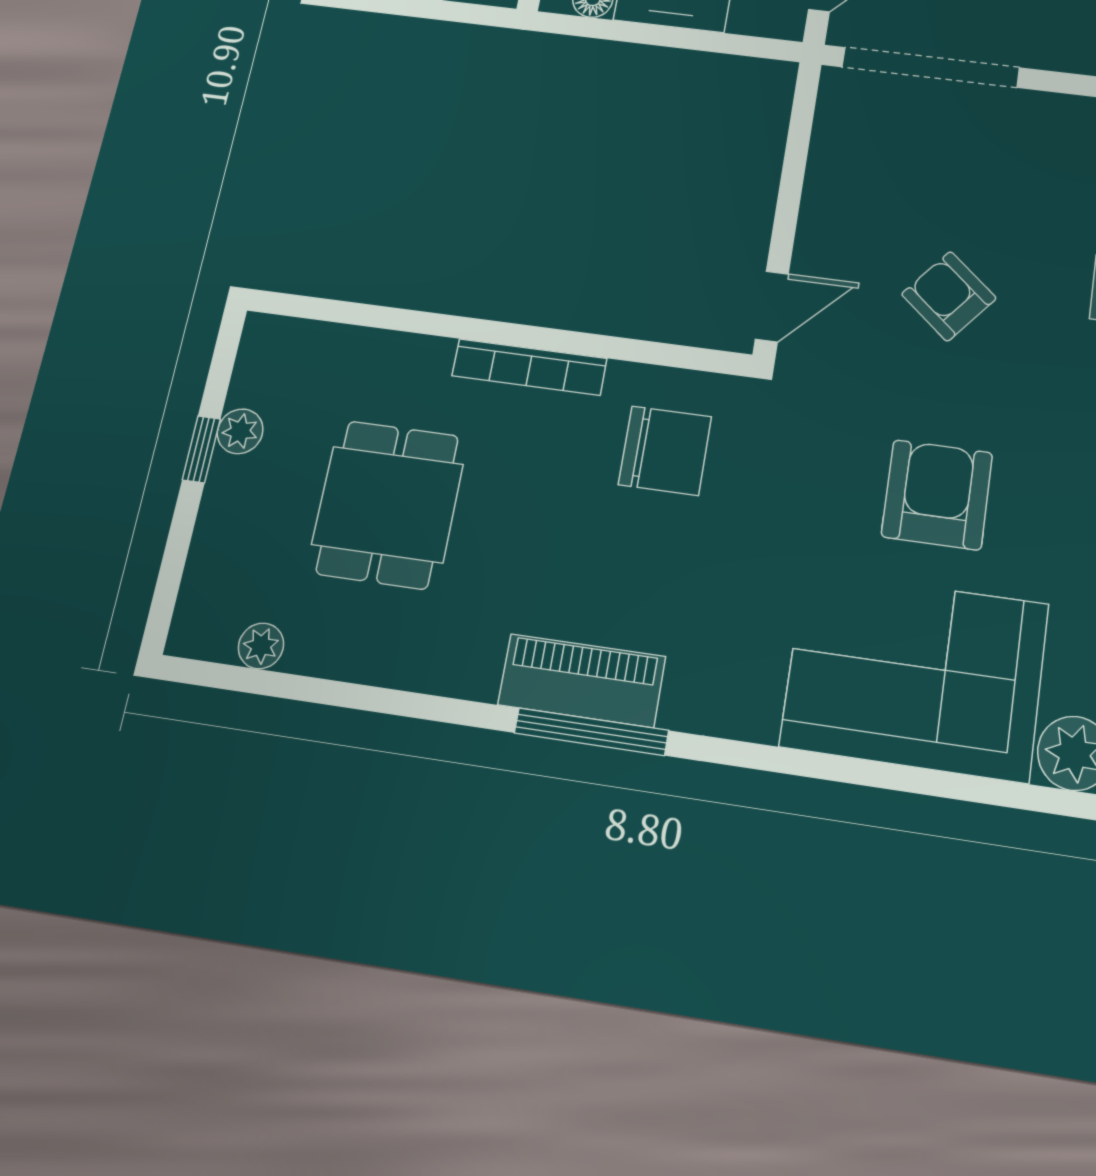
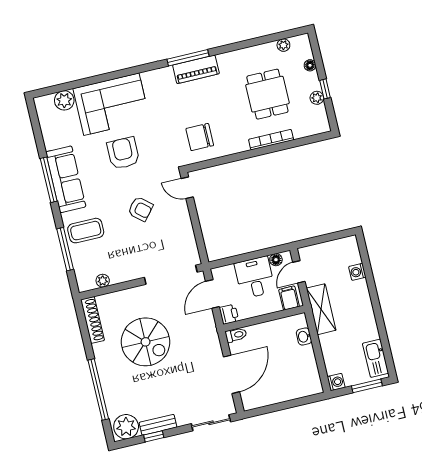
door: (772, 306) -> (187, 188), hinge flipped
bookcase: (529, 367) -> (271, 140), moved
armchair: (937, 495) -> (123, 153), turned 180
floor lamp: (210, 544) -> (310, 65), added

